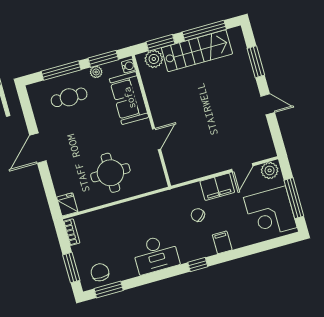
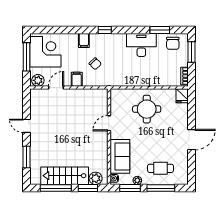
filing cabinet: (217, 187) -> (77, 79), width x0.50
desk: (156, 254) -> (141, 45), moved
window: (109, 289) -> (160, 30), moved

